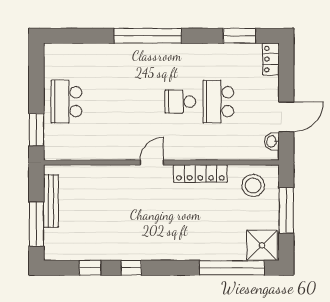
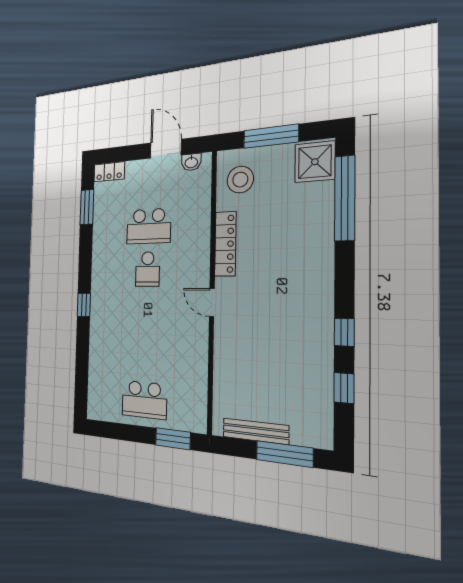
window: (148, 36) -> (84, 305), width x0.32

